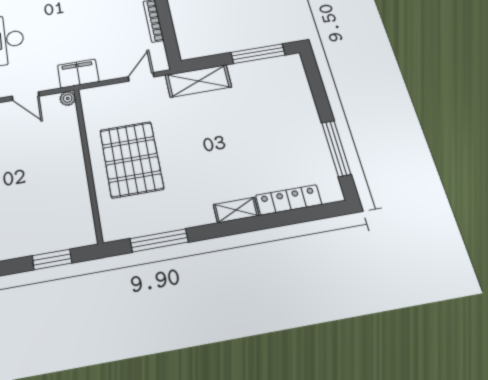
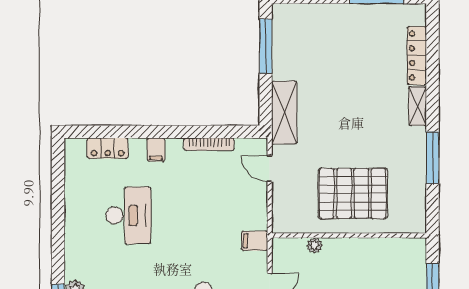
filing cabinet: (78, 74) -> (255, 241), width x0.50
plant: (68, 98) -> (315, 245), moved
window: (159, 240) -> (433, 158), moved

